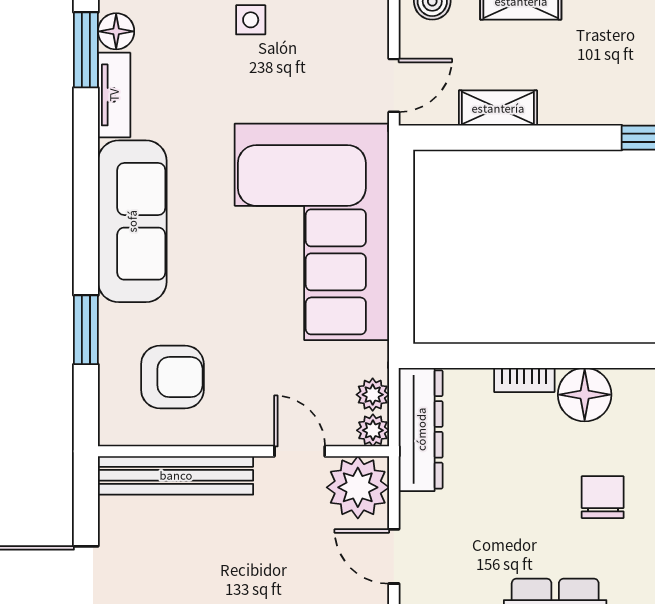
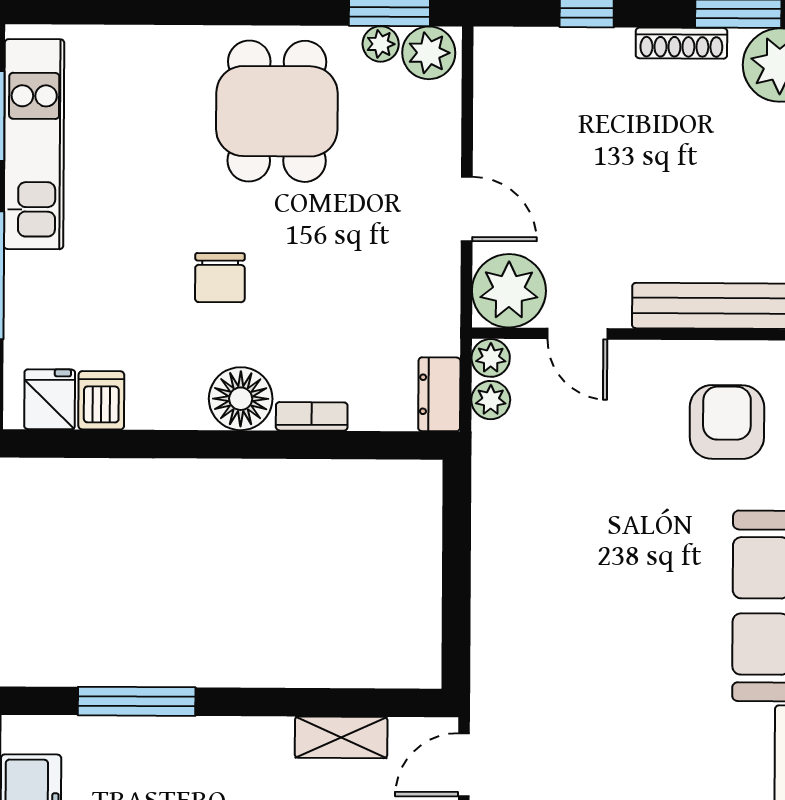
corner sofa: (312, 232) -> (561, 592), removed
armchair: (172, 377) -> (727, 422), turned 90
dresser: (421, 429) -> (439, 394), width x0.51, depth x0.80

